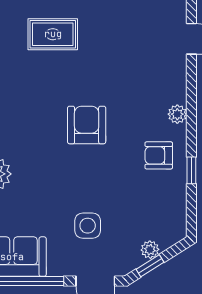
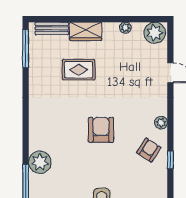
armchair: (159, 155) -> (149, 150), turned 123

